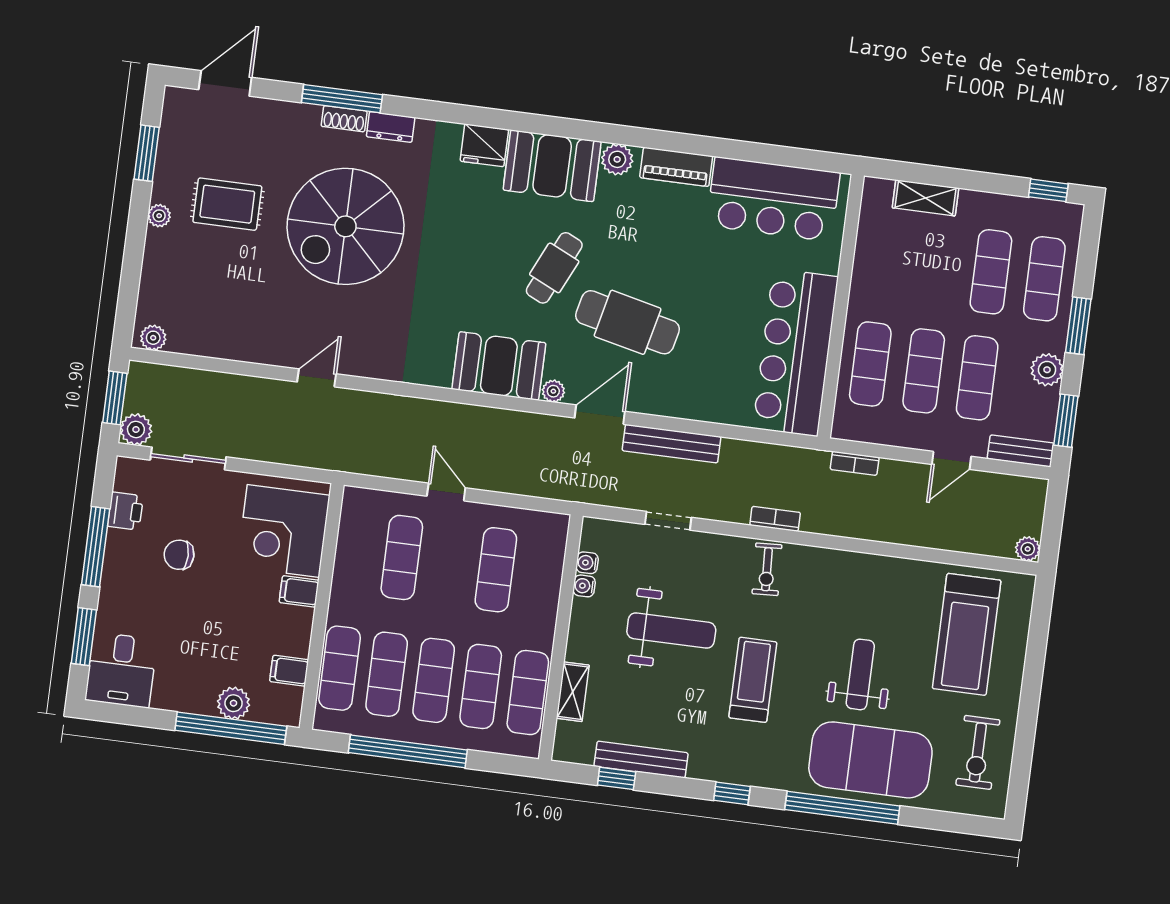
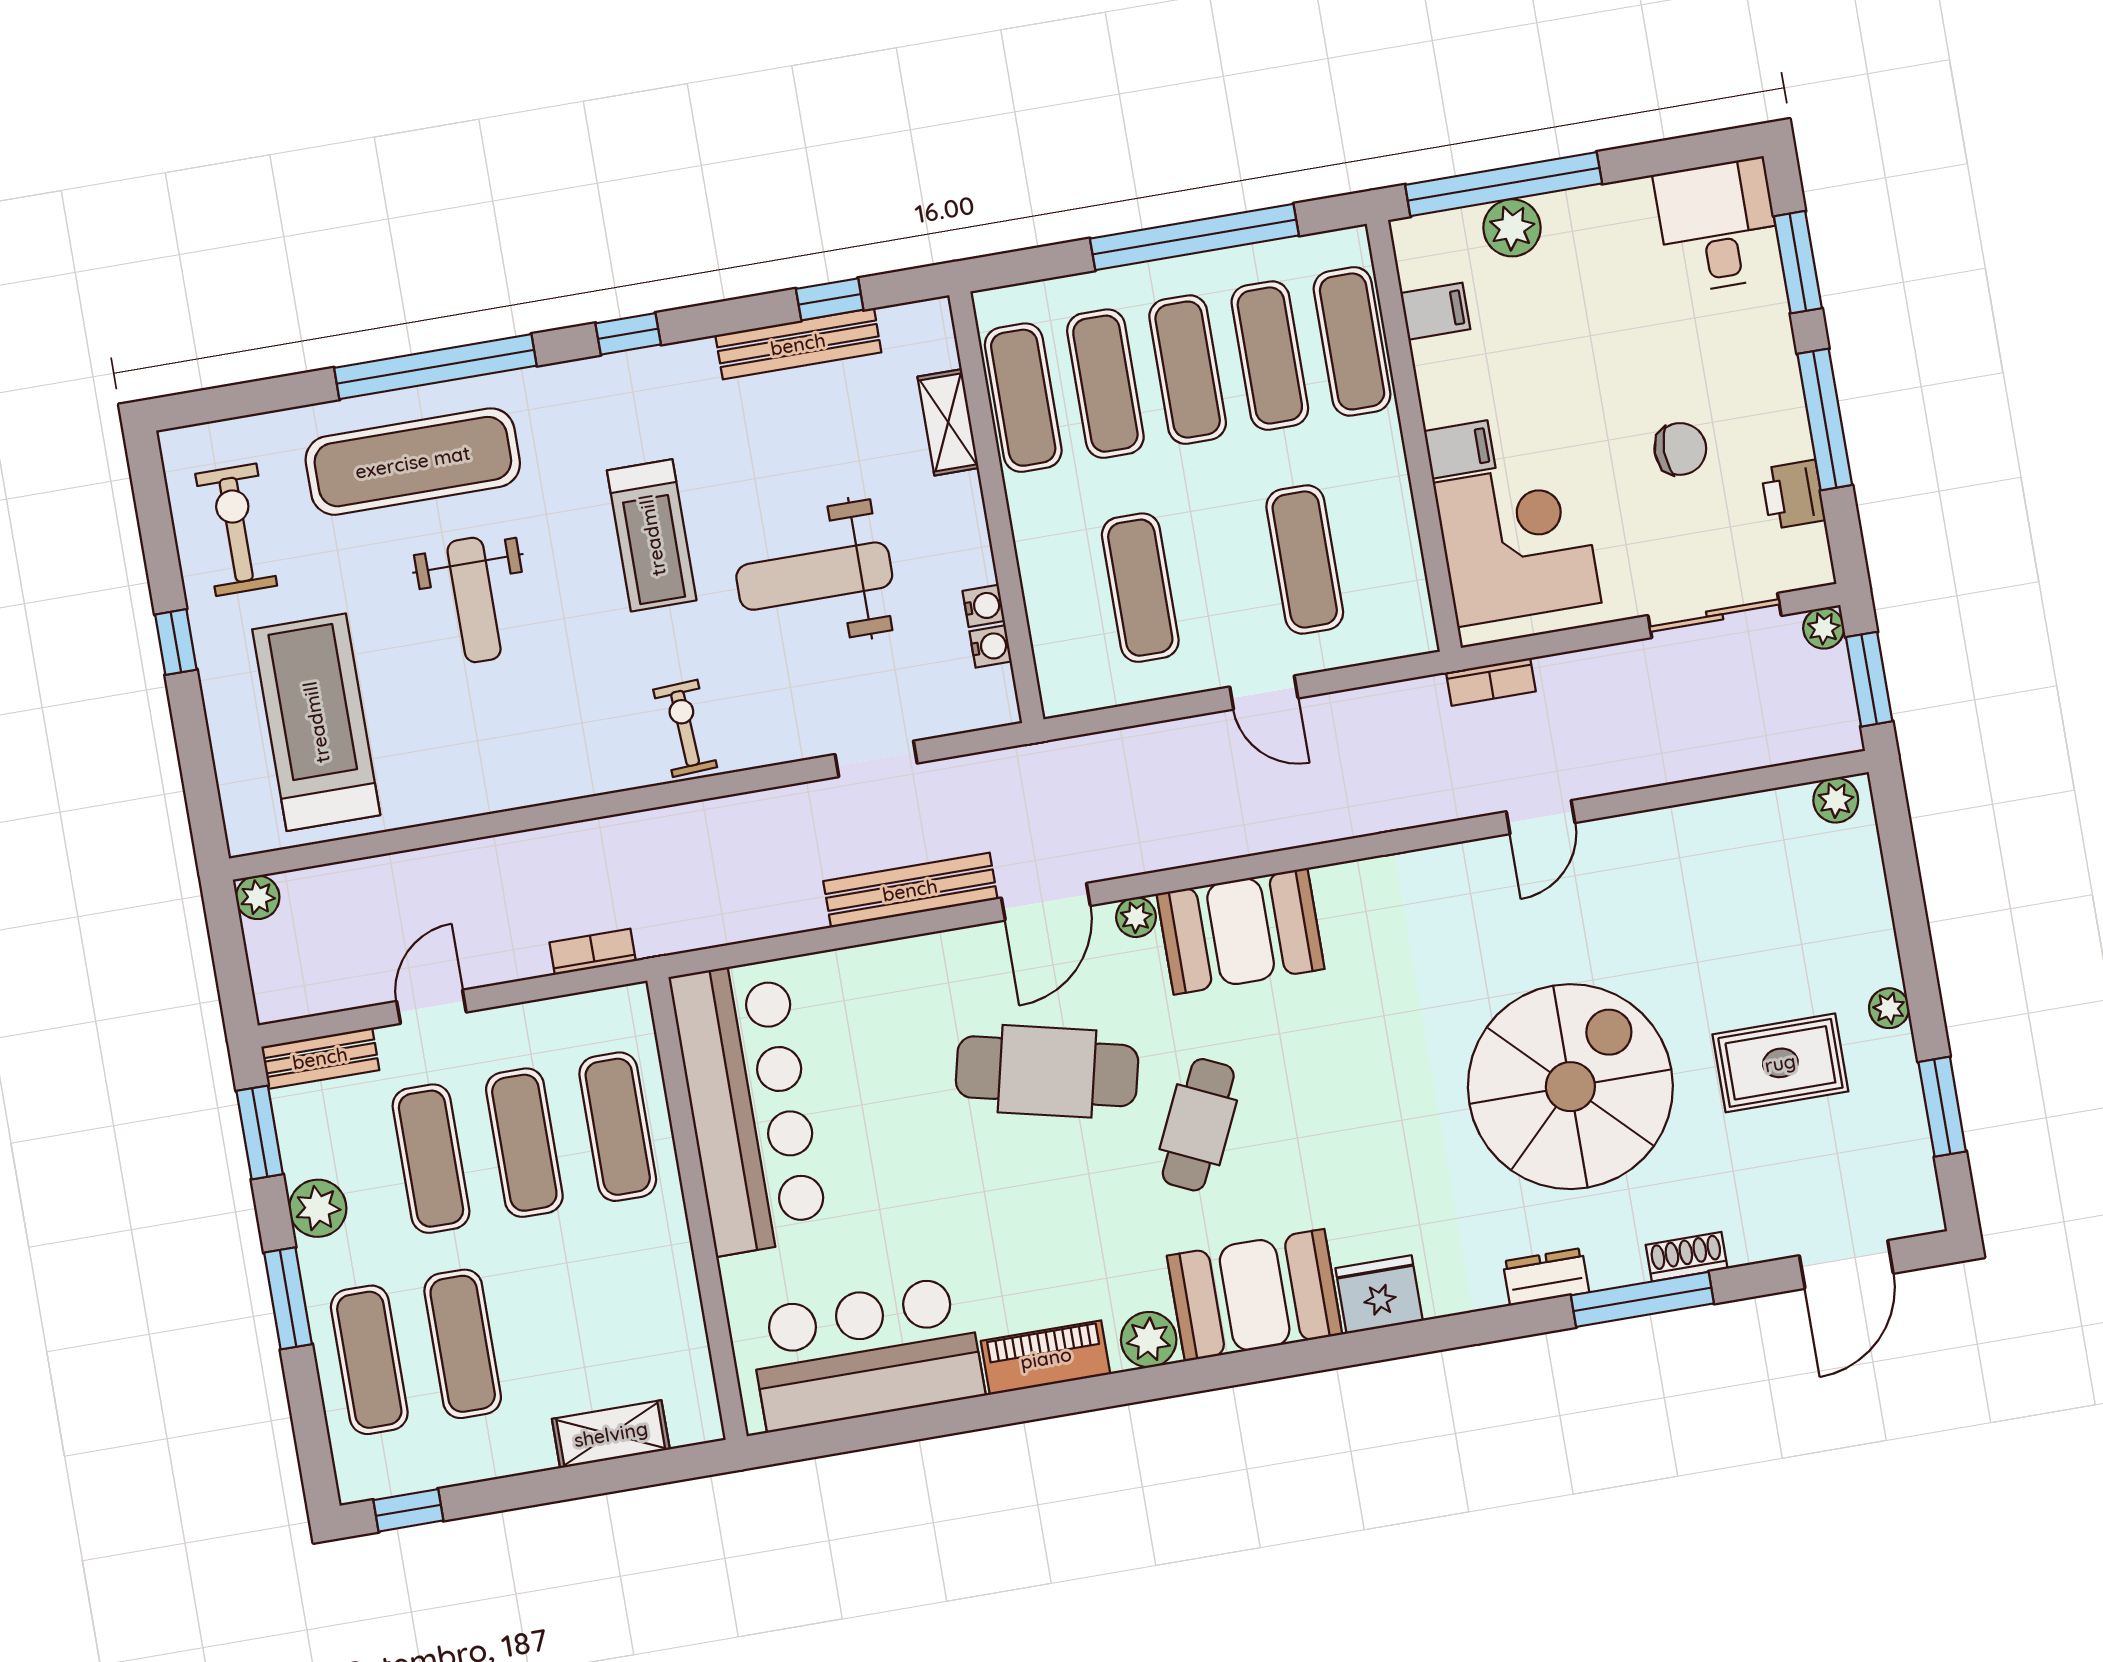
shoe rack: (344, 119) -> (1687, 1257), moved
plant: (136, 429) -> (1824, 628), width x0.73, depth x0.73
bookcase: (775, 519) -> (1491, 682), moved
window: (1029, 701) -> (176, 642), added
exercise mat: (870, 760) -> (413, 462), width x0.68

